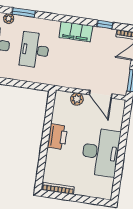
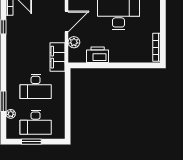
filing cabinet: (76, 32) -> (57, 57), moved, turned 180
printer: (57, 137) -> (98, 55), moved

